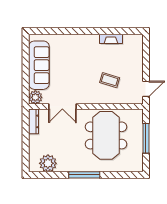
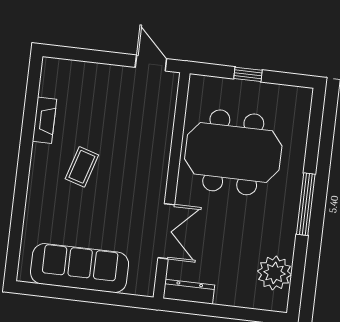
coffee table: (110, 80) -> (82, 167), moved
plant: (35, 97) -> (142, 282), removed
window: (146, 138) -> (248, 74), width x0.46

